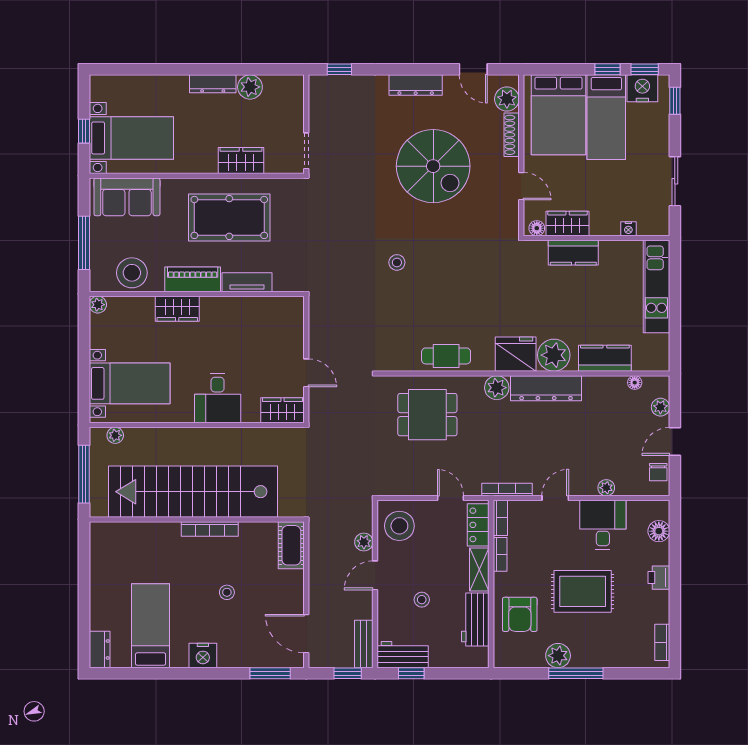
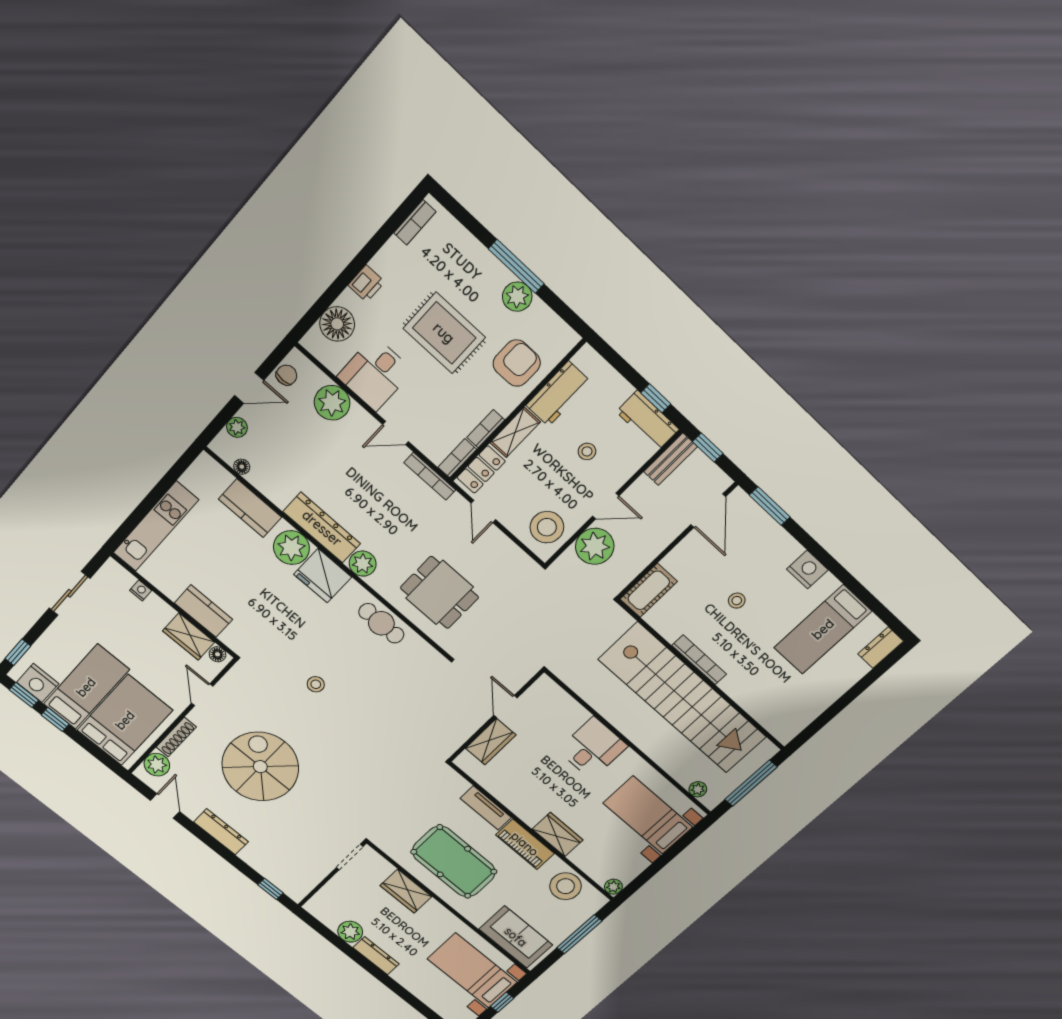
stool: (397, 262) -> (316, 684), moved
wardrobe: (282, 410) -> (491, 742), moved, turned -90
plant: (606, 488) -> (332, 403), width x1.88, depth x1.88
floor lamp: (659, 531) -> (337, 324), width x1.38, depth x1.38
plant: (364, 542) -> (595, 546), width x1.88, depth x1.88

